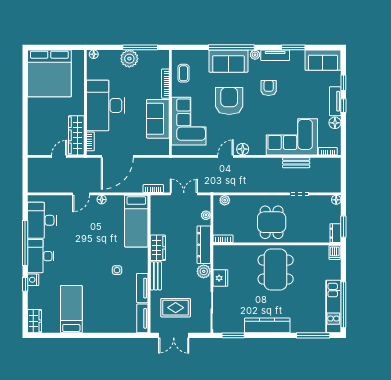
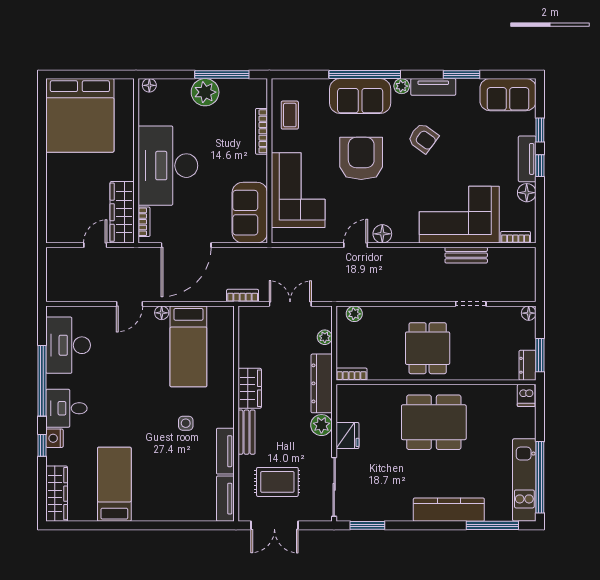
armchair: (269, 88) -> (423, 138), turned 126
sofa: (158, 119) -> (250, 213), moved
bed: (136, 221) -> (188, 346), moved
desk: (41, 256) -> (66, 408), width x0.73
dining table: (276, 270) -> (434, 422), turned 90
wardrobe: (34, 321) -> (57, 494), width x1.50
kitchen counter: (267, 325) -> (449, 510), moved

